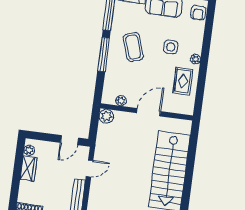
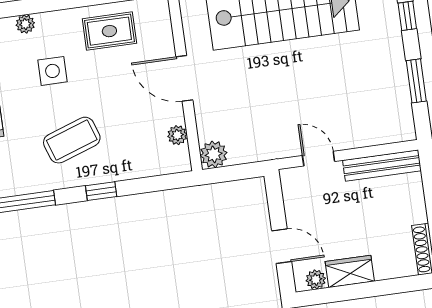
window: (103, 55) -> (101, 191), width x0.46
plant: (196, 59) -> (25, 24), moved
door: (69, 140) -> (282, 246), moved

